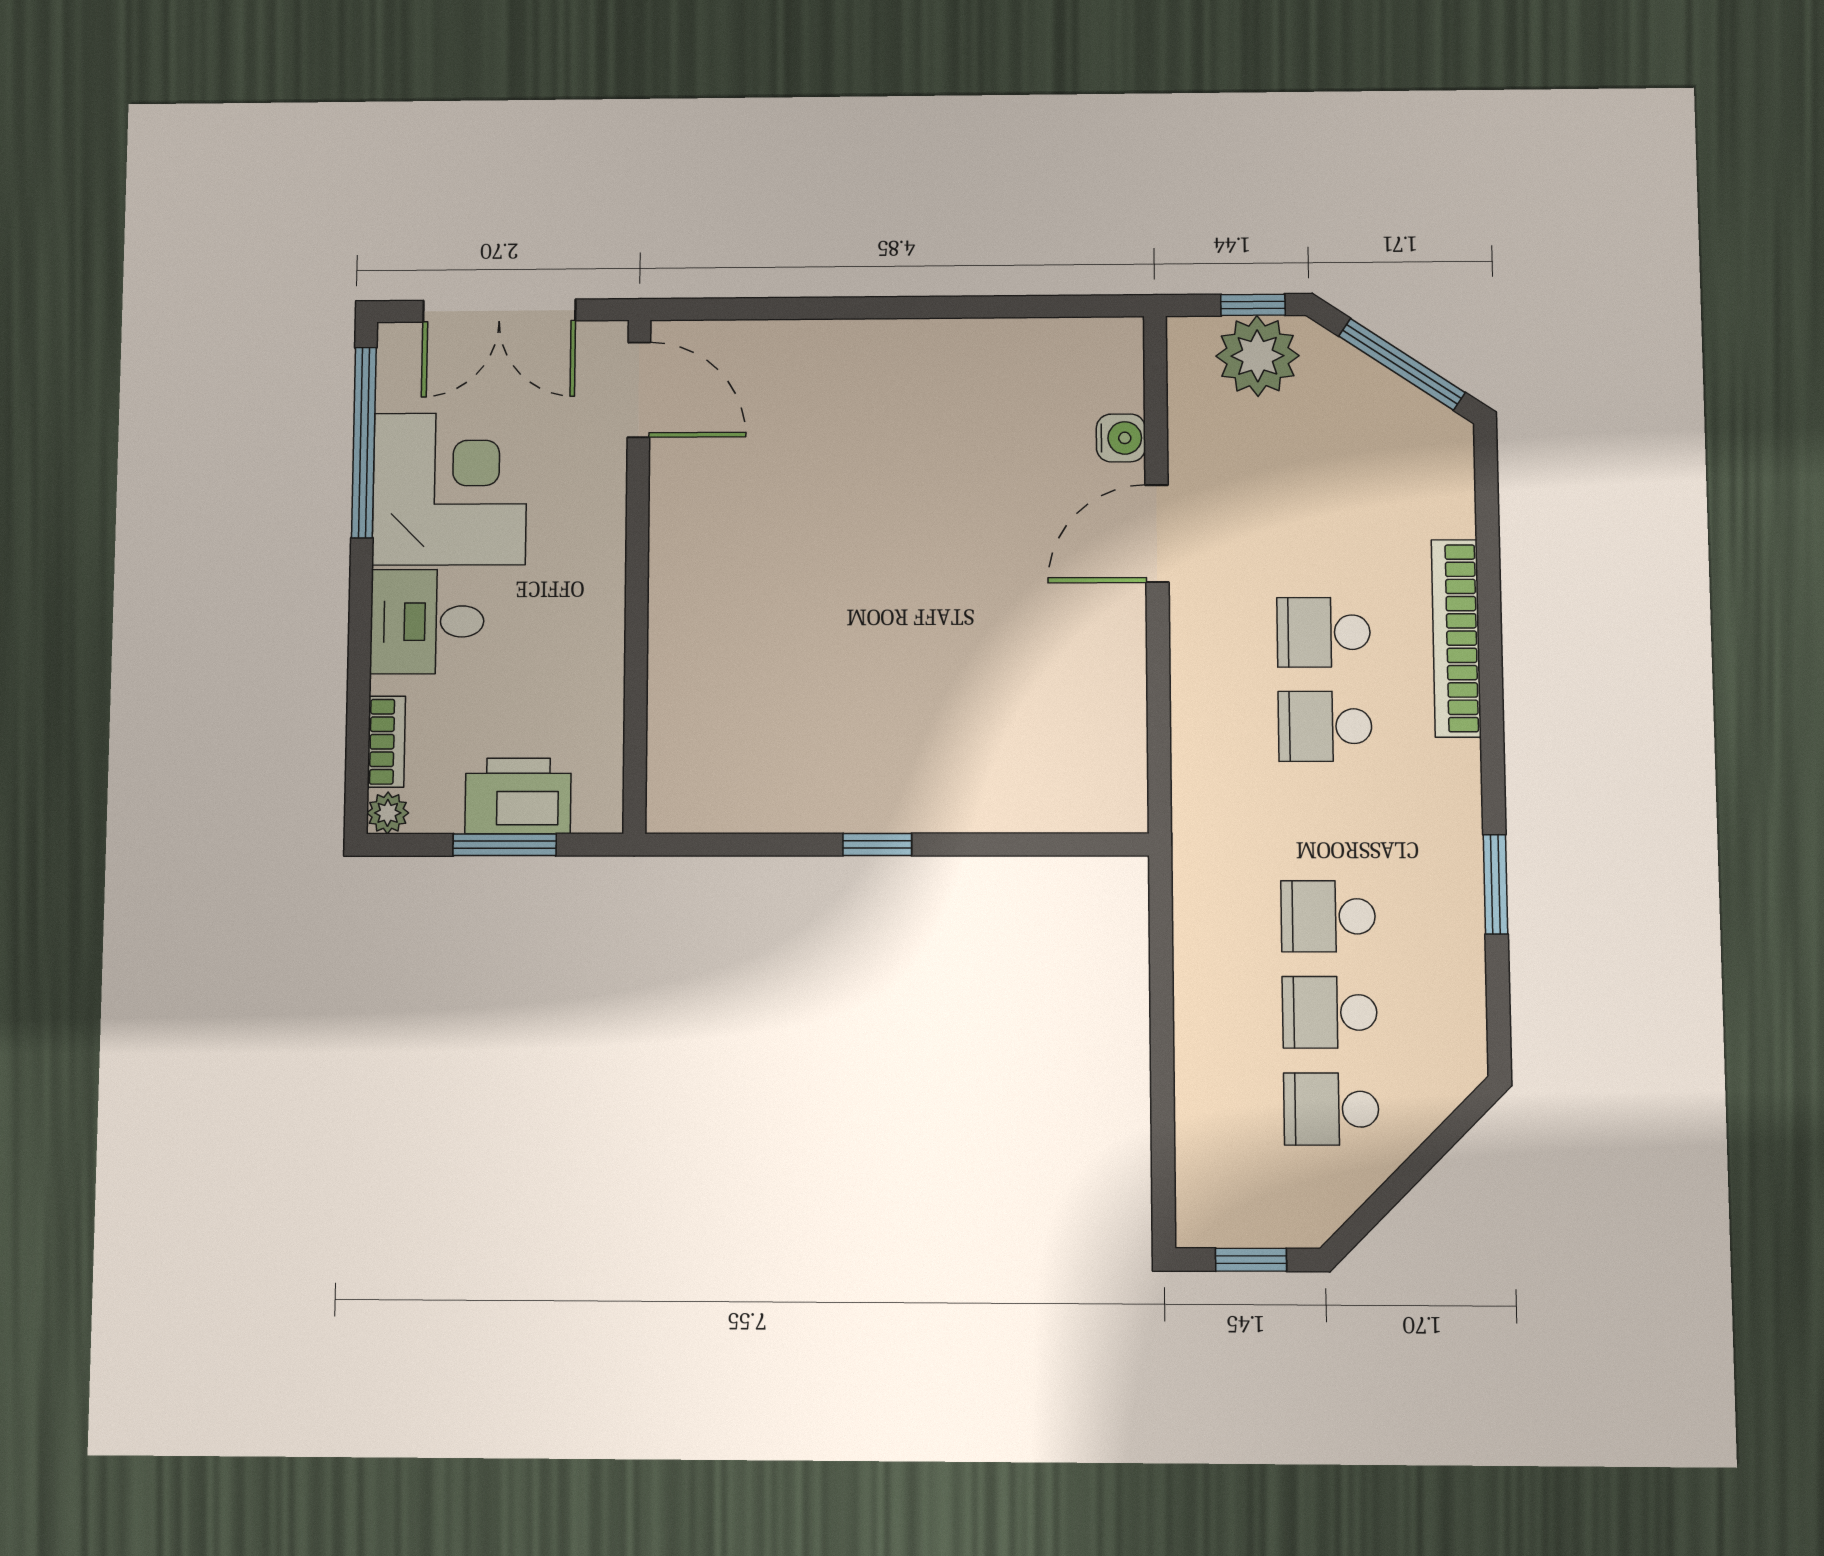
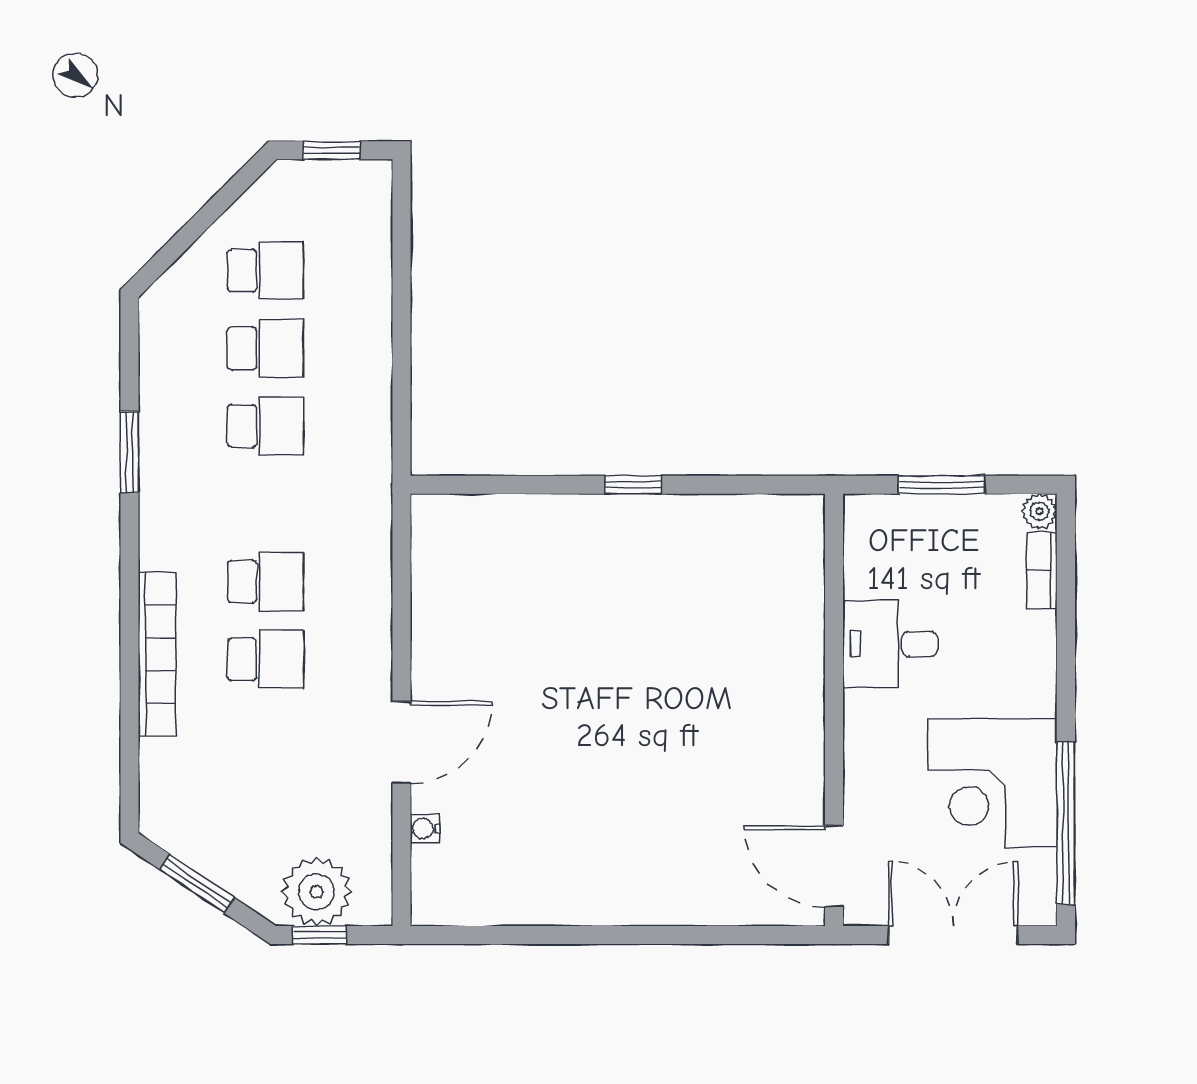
window: (1402, 364) -> (197, 884), width x0.69
water cooler: (1121, 438) -> (425, 828), width x0.72, depth x0.72
desk: (427, 622) -> (890, 644), moved, turned 180
printer: (518, 796) -> (931, 525), removed

